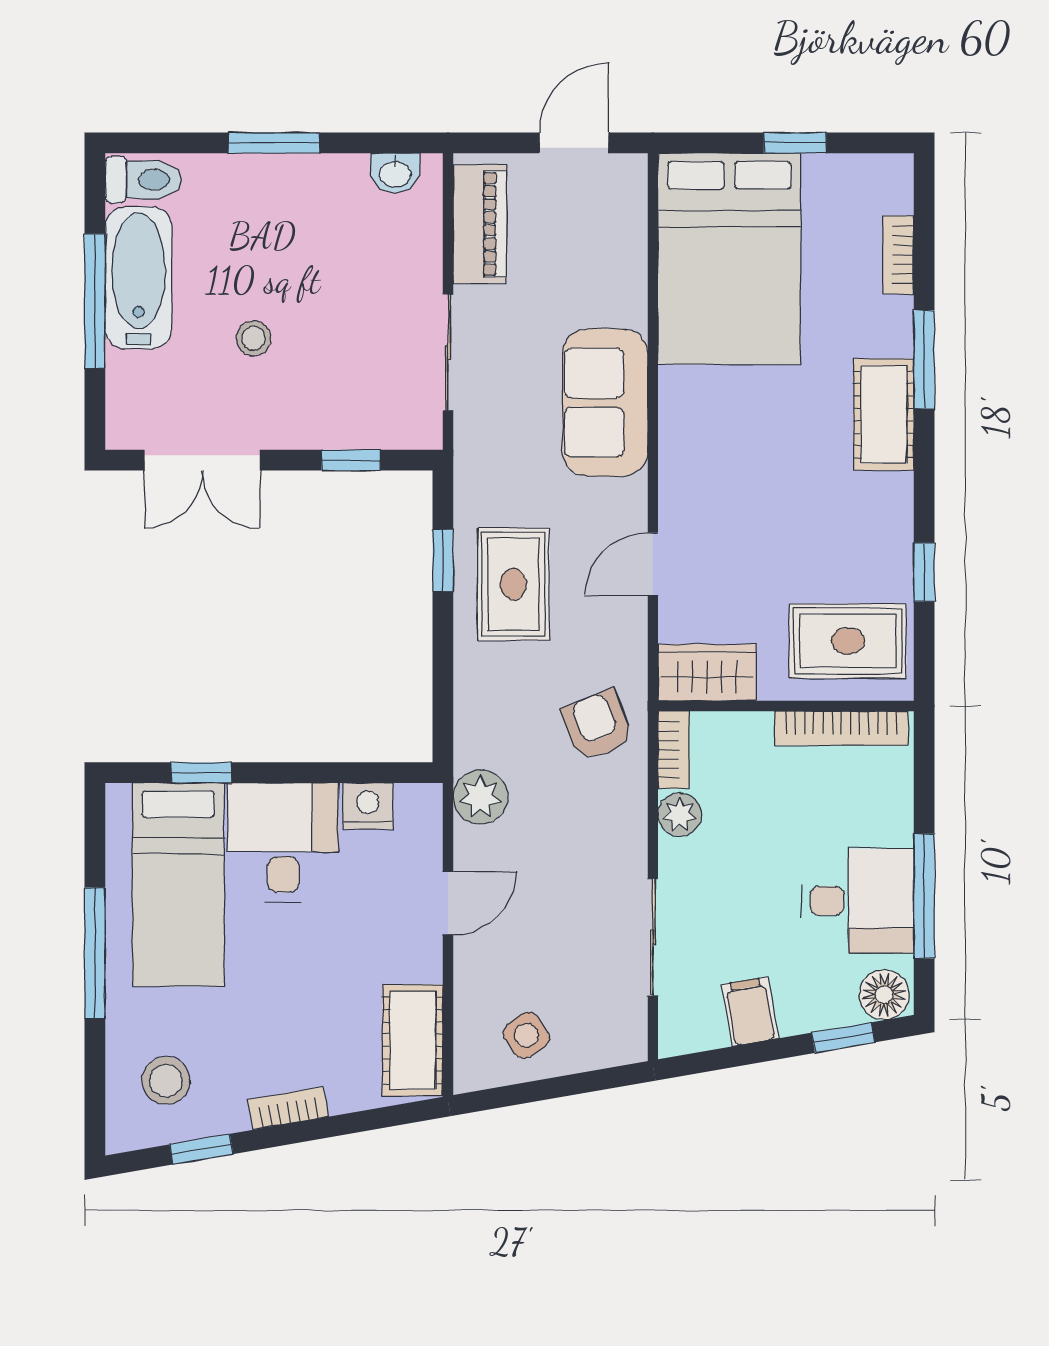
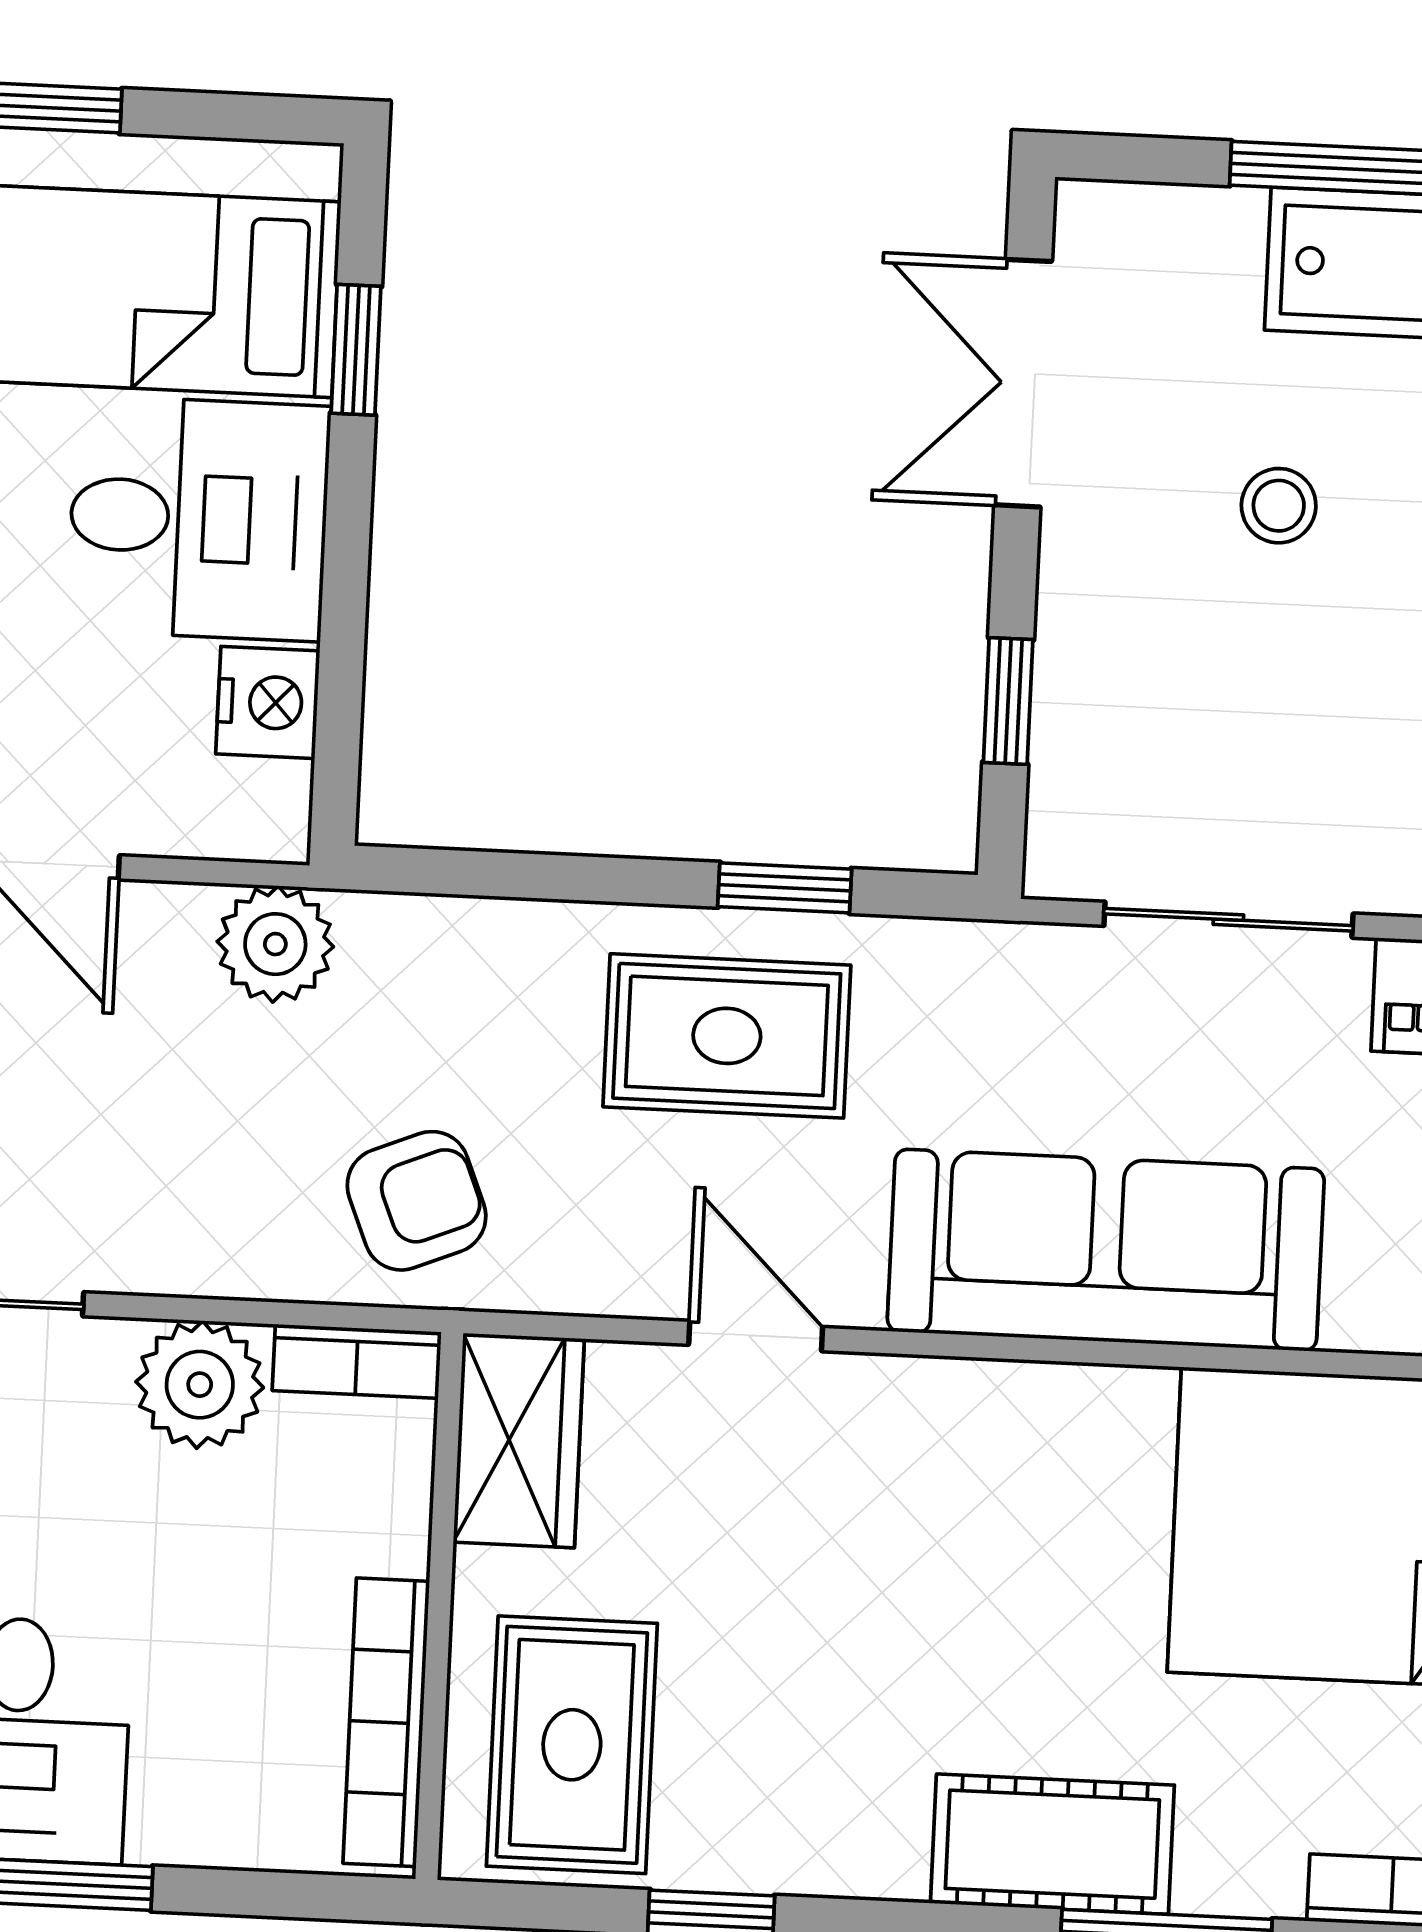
sofa: (605, 403) -> (1106, 1250), width x1.36
plant: (680, 815) -> (200, 1385), width x1.38, depth x1.38

